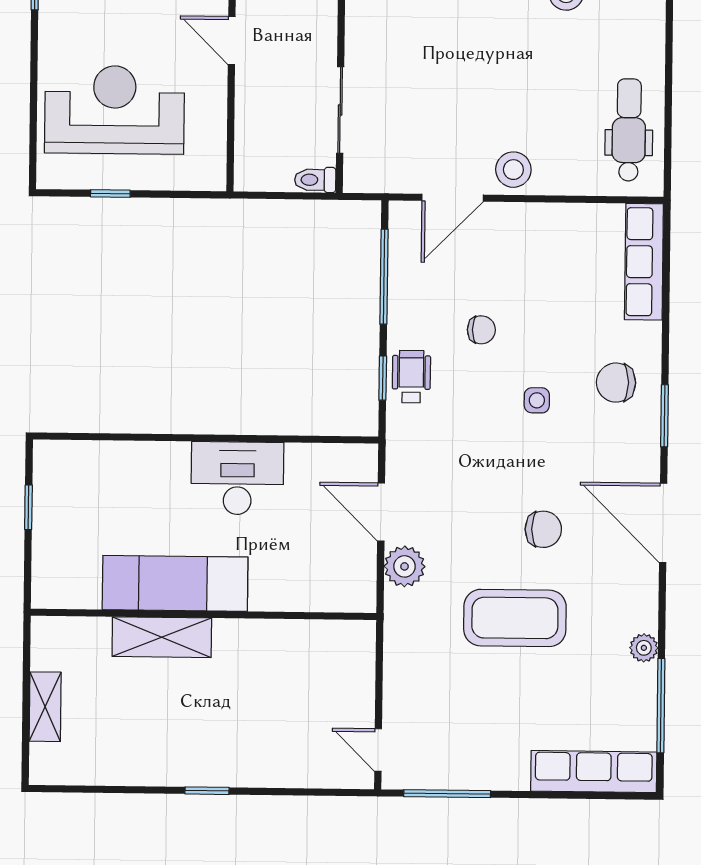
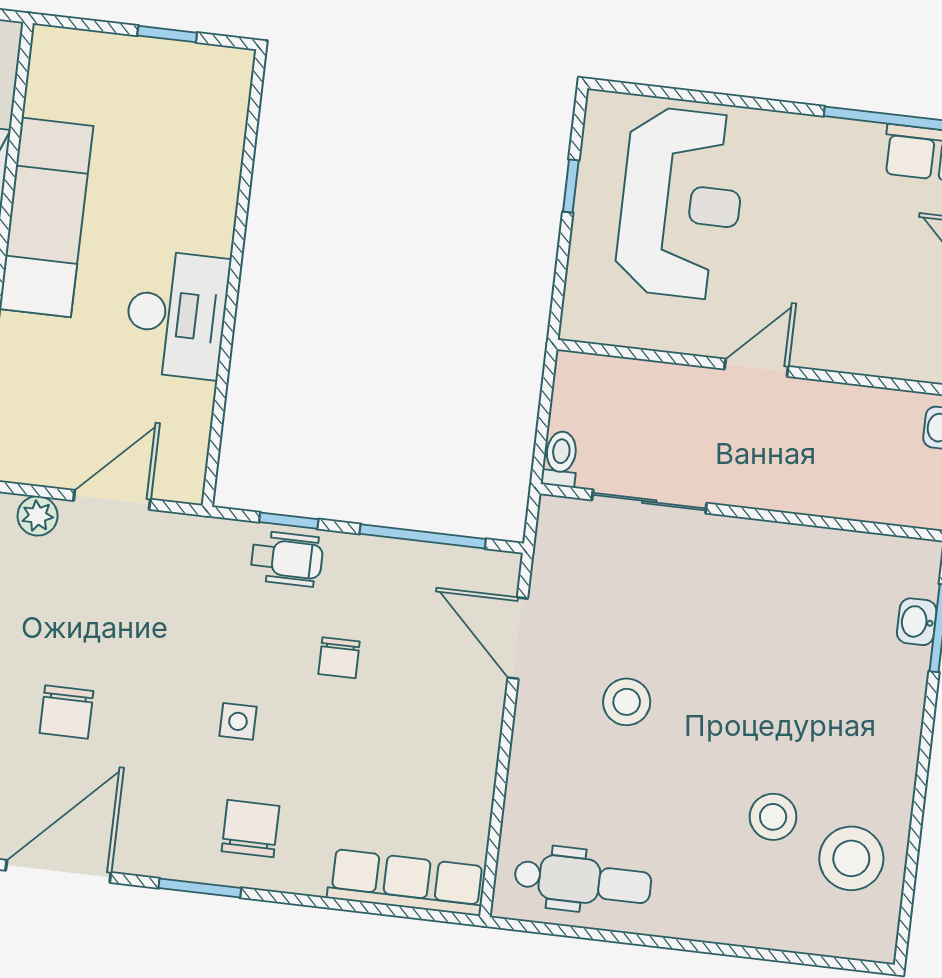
stool: (513, 170) -> (627, 702), moved
plant: (405, 566) -> (38, 516), width x0.73, depth x0.73

